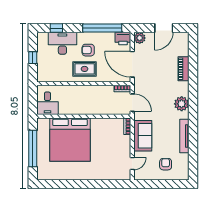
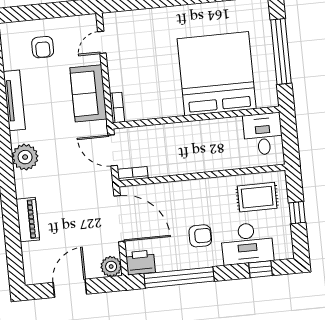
rug: (85, 69) -> (257, 197), moved

